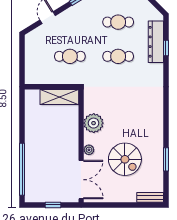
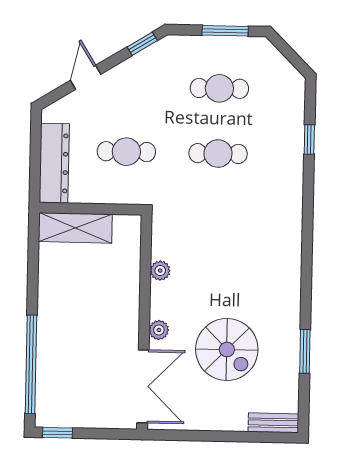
dresser: (156, 42) -> (54, 163), moved, turned 180
shelving: (59, 97) -> (75, 228), moved
plant: (94, 123) -> (160, 271), width x0.53, depth x0.53
window: (53, 205) -> (57, 433), moved

